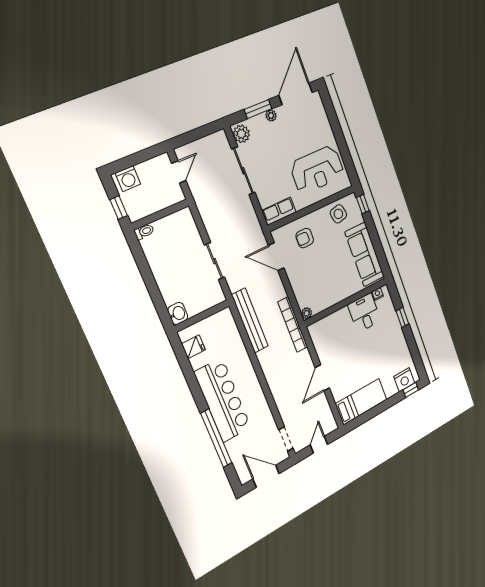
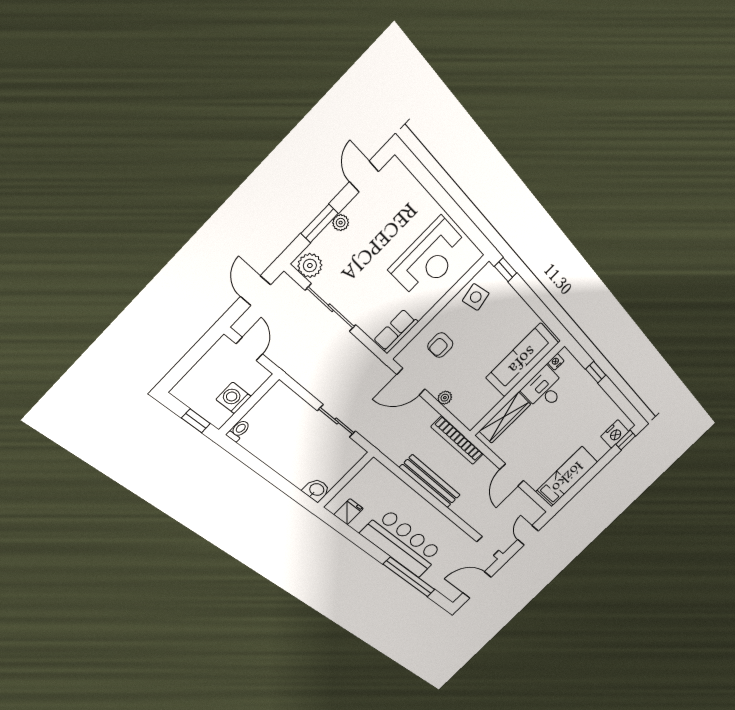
door: (296, 94) -> (364, 177), width x0.53
door: (200, 132) -> (256, 291), added
washing machine: (128, 179) -> (234, 398), moved, turned 180
sofa: (365, 254) -> (522, 360), moved, turned 90
plant: (307, 313) -> (445, 398), moved
bench: (250, 321) -> (430, 482), moved
wardrobe: (331, 323) -> (505, 418), added

